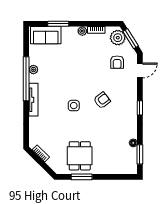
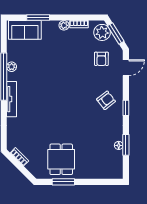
armchair: (102, 100) -> (106, 100), moved
side table: (74, 106) -> (55, 105), removed
window: (140, 154) -> (126, 145), moved

